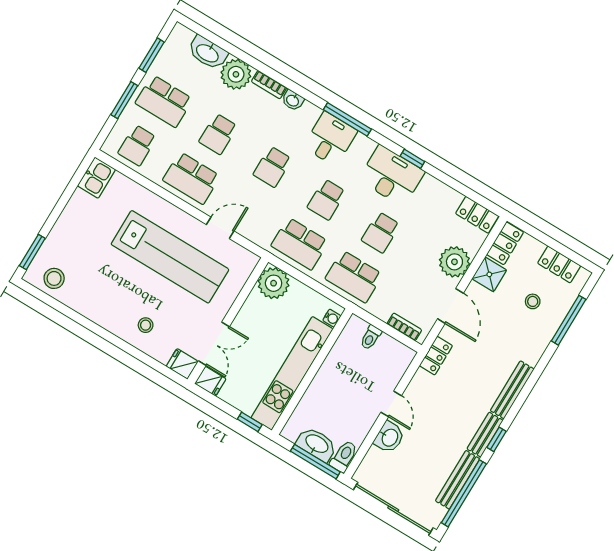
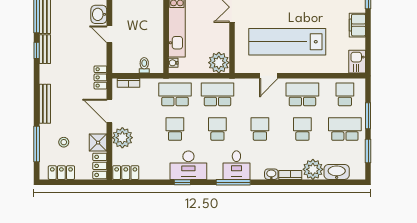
filing cabinet: (68, 224) -> (357, 25), added
bench: (512, 390) -> (45, 104), moved

